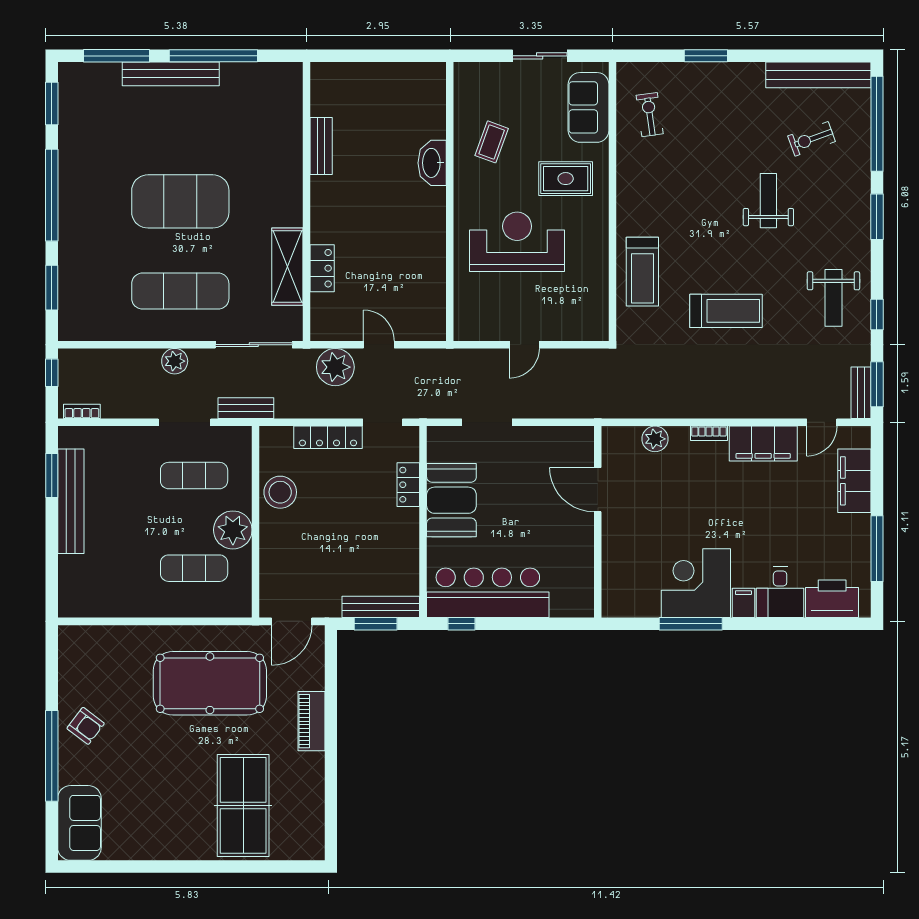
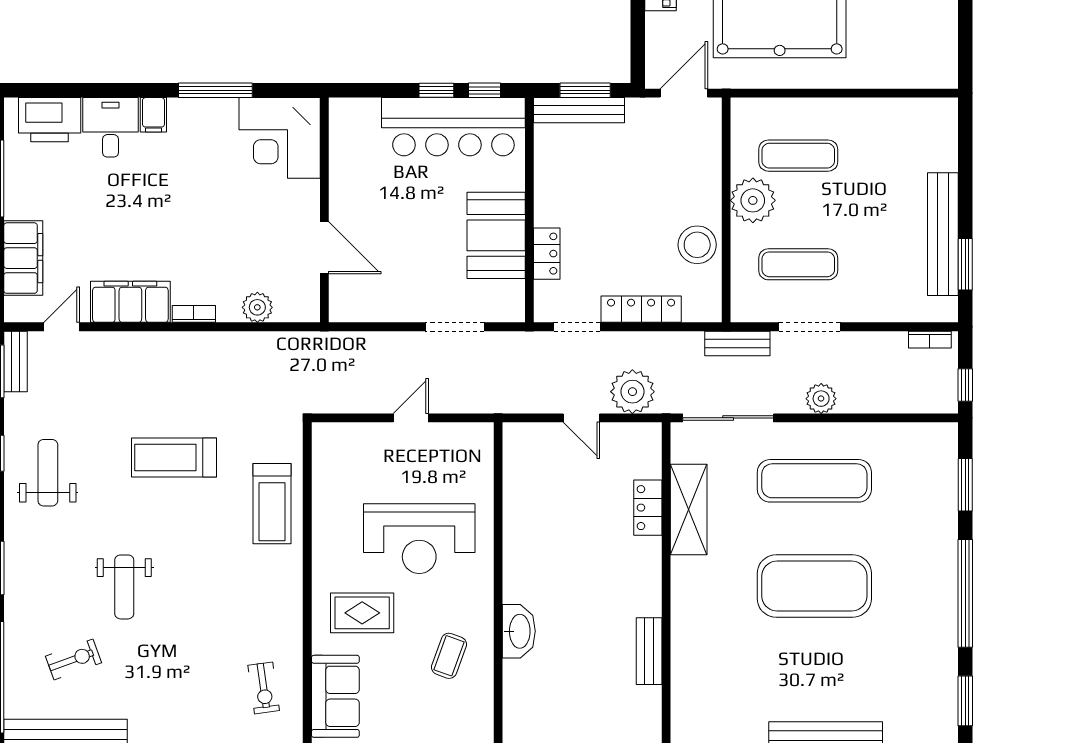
treadmill: (642, 272) -> (272, 504), turned 180
corner desk: (696, 583) -> (280, 138), moved, turned 90
window: (502, 624) -> (436, 90), added

